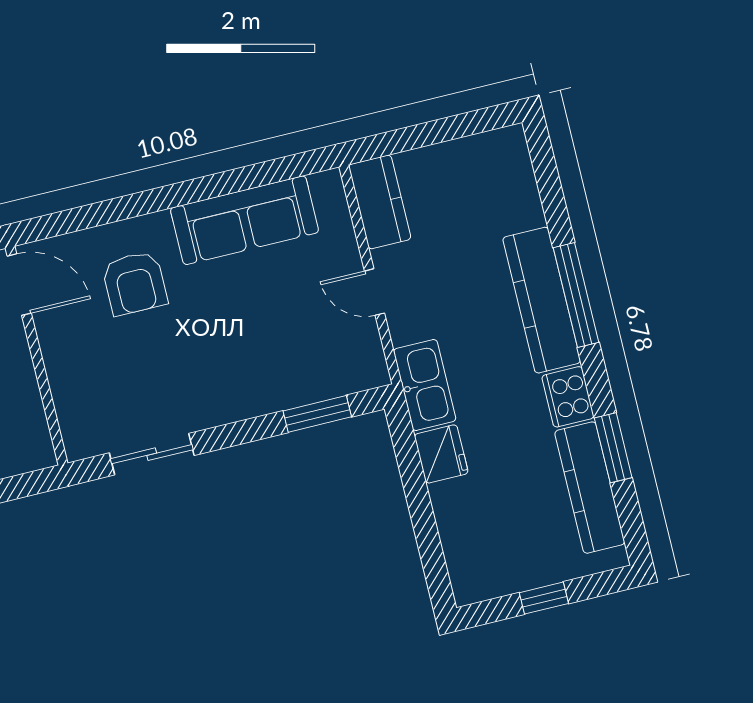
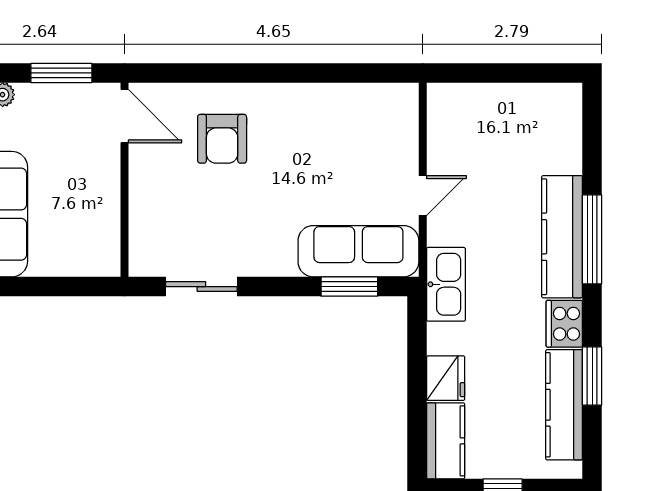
kitchen counter: (380, 202) -> (446, 441), moved
sofa: (245, 220) -> (358, 251), moved, turned 180
door: (375, 292) -> (423, 196), swing flipped
fridge: (441, 454) -> (446, 378), moved

